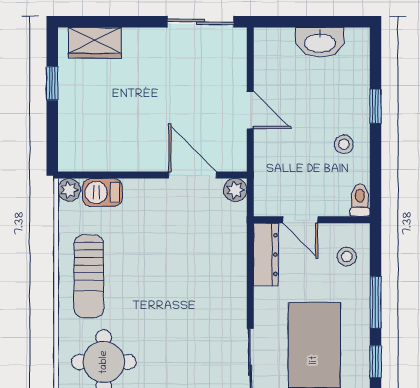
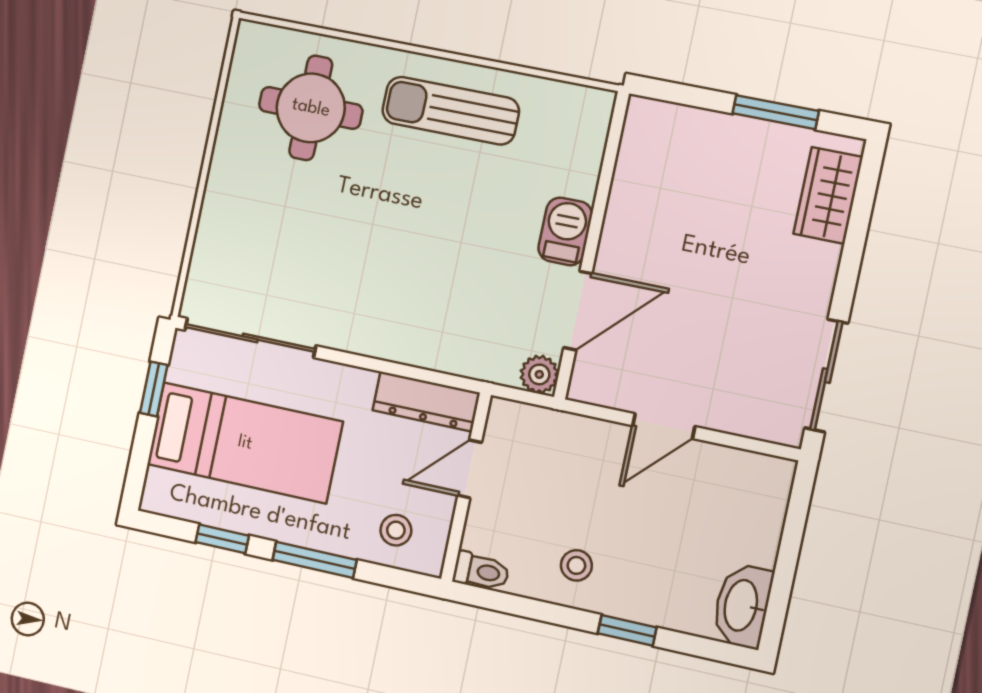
washbasin: (320, 42) -> (742, 606), moved
window: (52, 83) -> (776, 112), width x1.50
plant: (69, 190) -> (596, 106), removed
barbecue: (102, 192) -> (565, 231), moved

